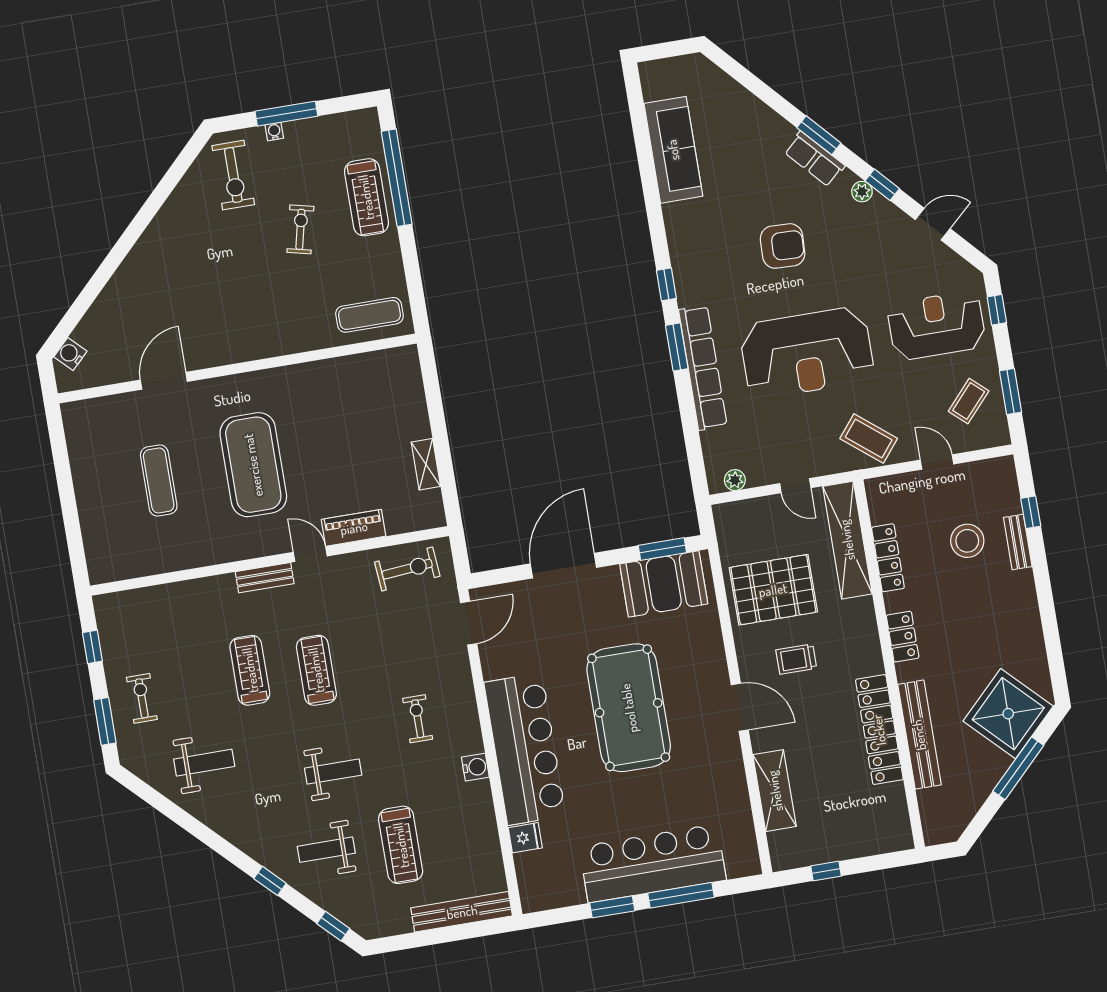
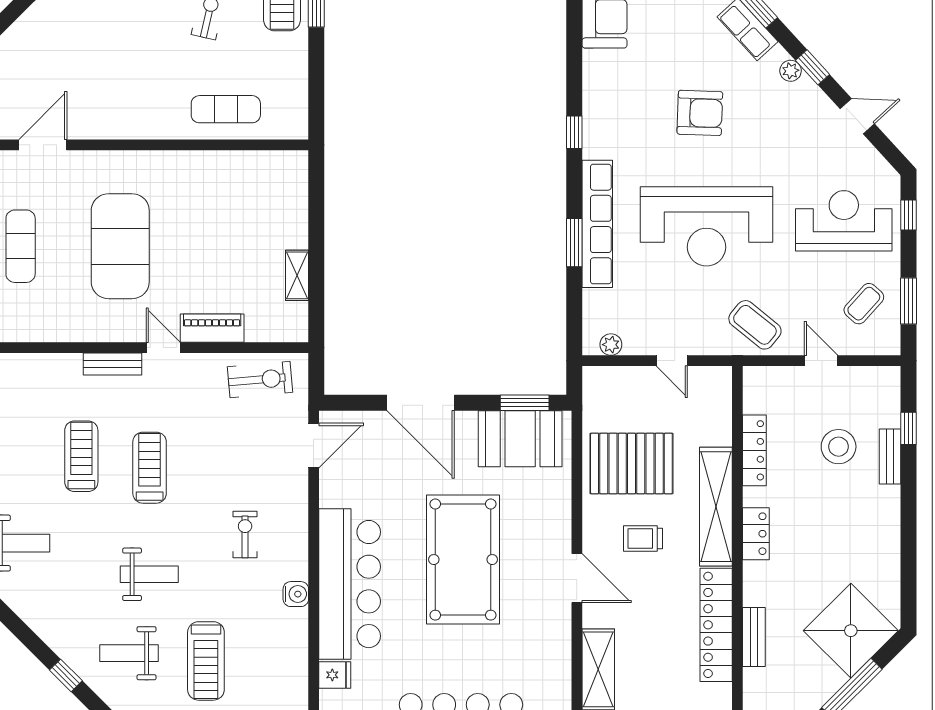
exercise mat: (369, 315) -> (226, 109), moved
window: (677, 347) -> (574, 243), moved
shelving: (847, 540) -> (716, 507), moved
door: (563, 566) -> (421, 403), swing flipped
bench: (919, 735) -> (754, 637), width x0.54, depth x0.82

